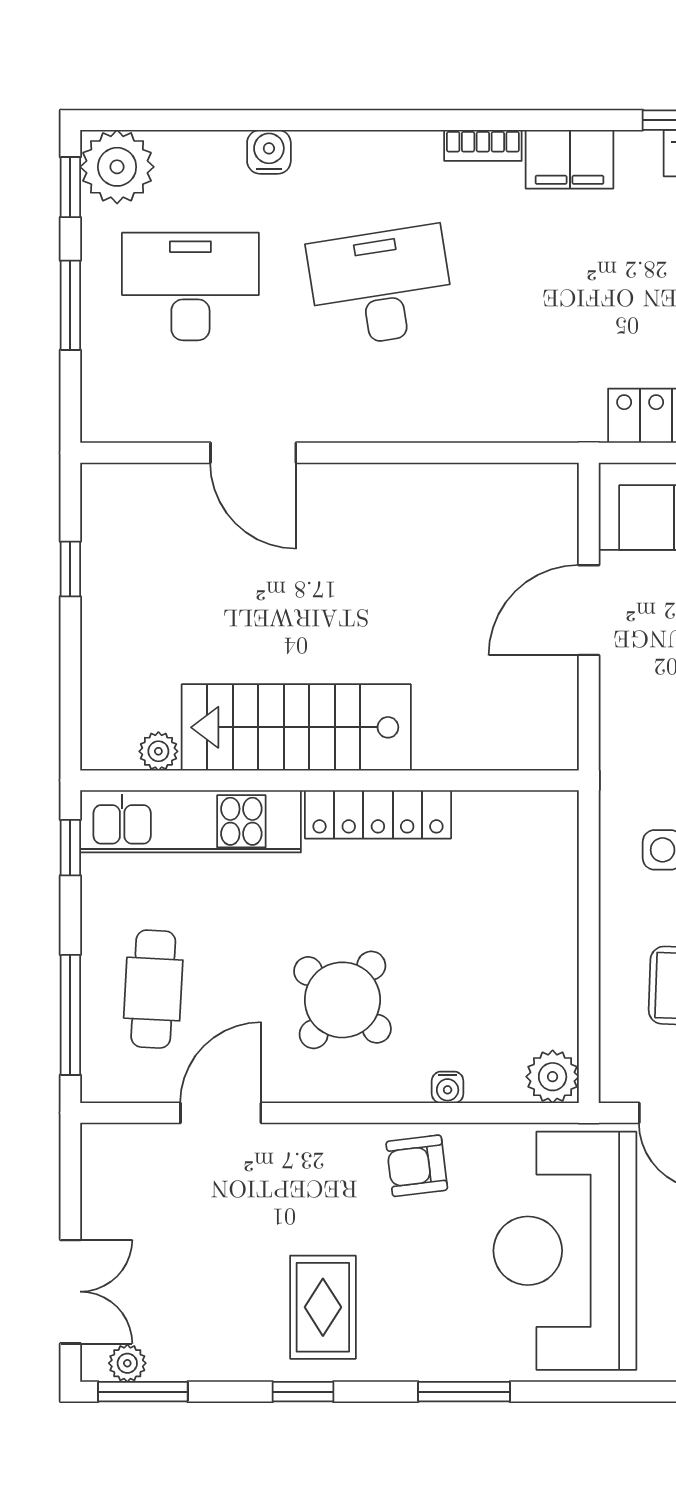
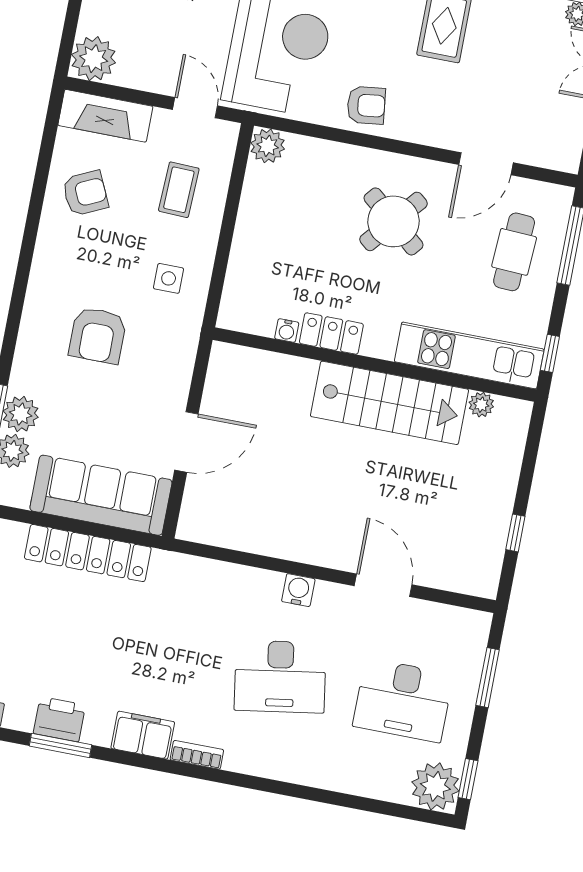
water cooler: (269, 152) -> (298, 590), moved, turned 180
window: (70, 305) -> (488, 678), moved
locker: (378, 814) -> (331, 334), width x0.66
water cooler: (448, 1087) -> (287, 331), moved, turned 180

